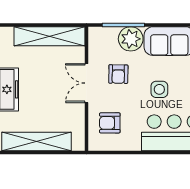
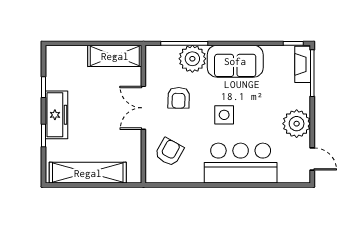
shelving: (50, 36) -> (115, 56), width x0.68
armchair: (110, 123) -> (169, 152), turned 119

